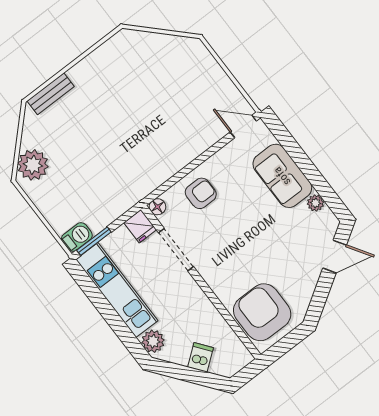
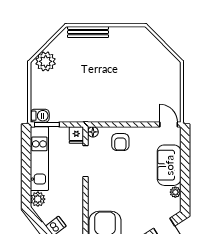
bench: (51, 94) -> (88, 32), width x1.36
armchair: (201, 193) -> (120, 142), turned 90

